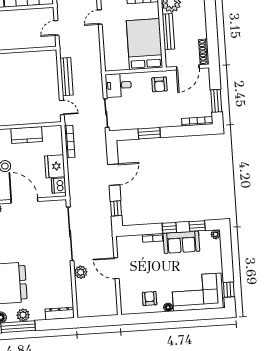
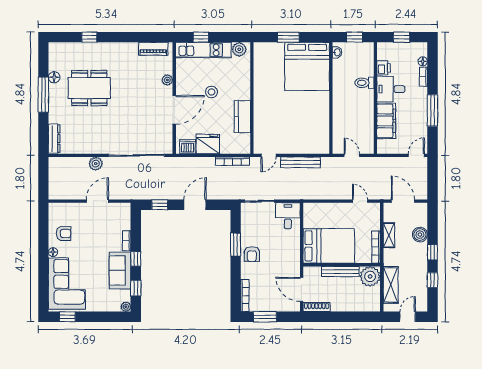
armchair: (159, 84) -> (252, 254), moved, turned -90
door: (114, 175) -> (195, 205), swing flipped
plant: (23, 315) -> (55, 101), removed

